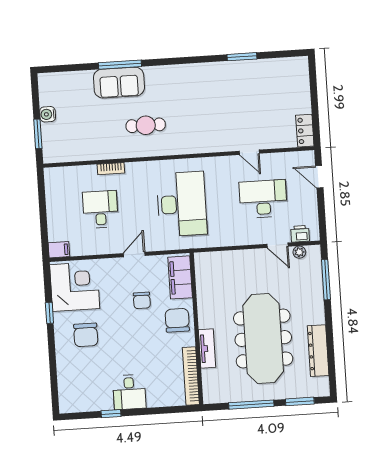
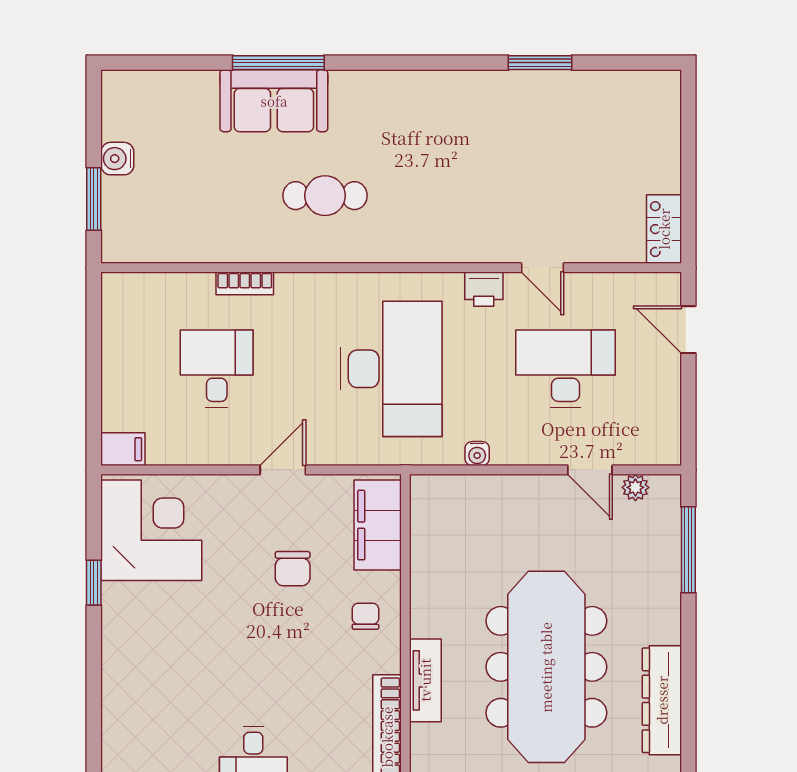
printer: (300, 234) -> (484, 289), moved, turned 180
water cooler: (224, 241) -> (477, 454), added
chair: (177, 320) -> (365, 616), width x0.54, depth x0.54
chair: (86, 335) -> (168, 635), removed

